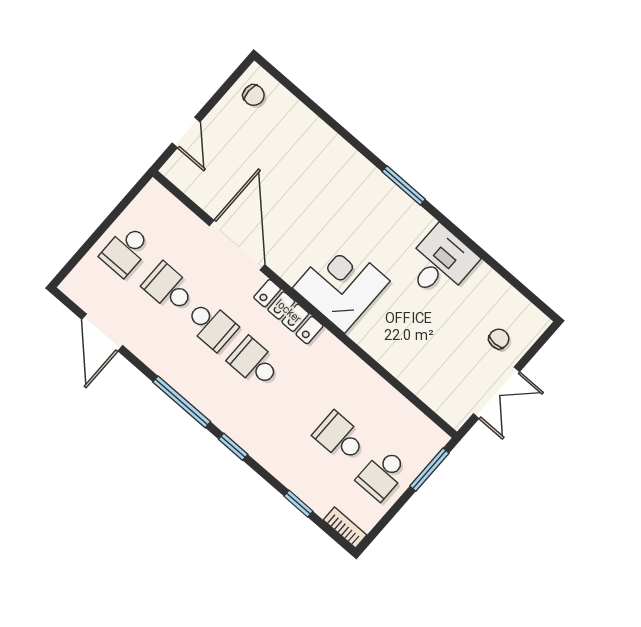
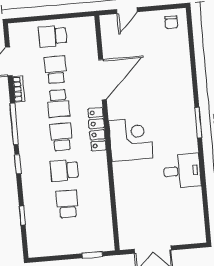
chair: (499, 339) -> (176, 227), removed
window: (429, 470) -> (92, 255), width x0.67
school desk: (382, 474) -> (64, 170), moved
bookcase: (345, 528) -> (19, 89), moved

